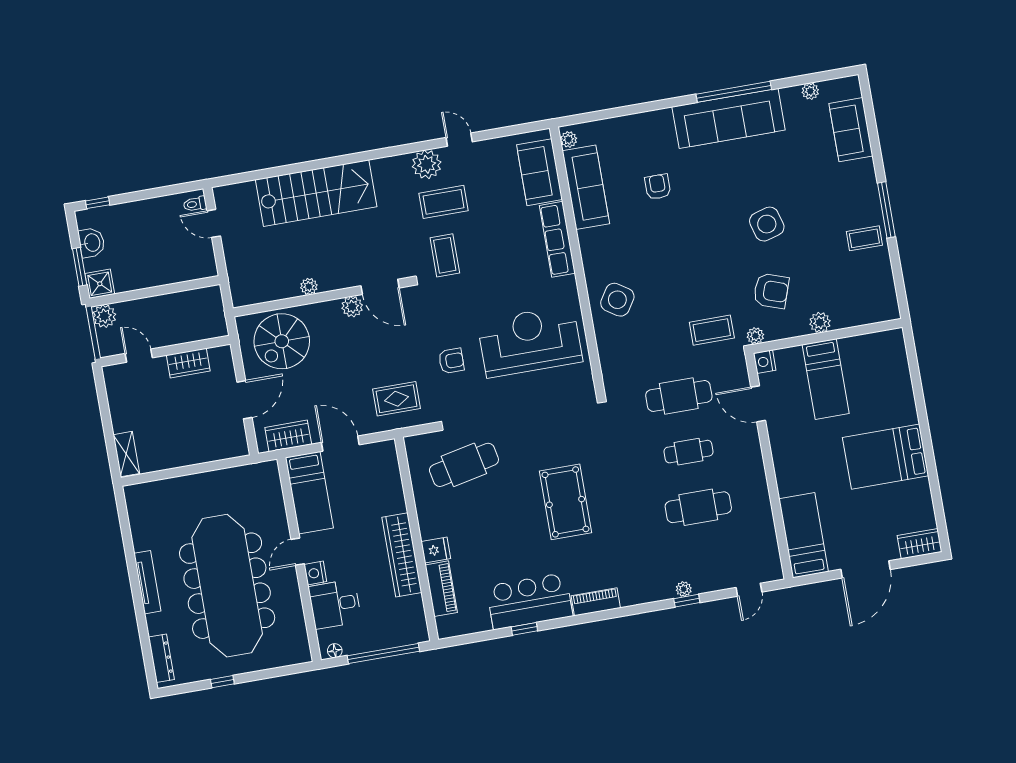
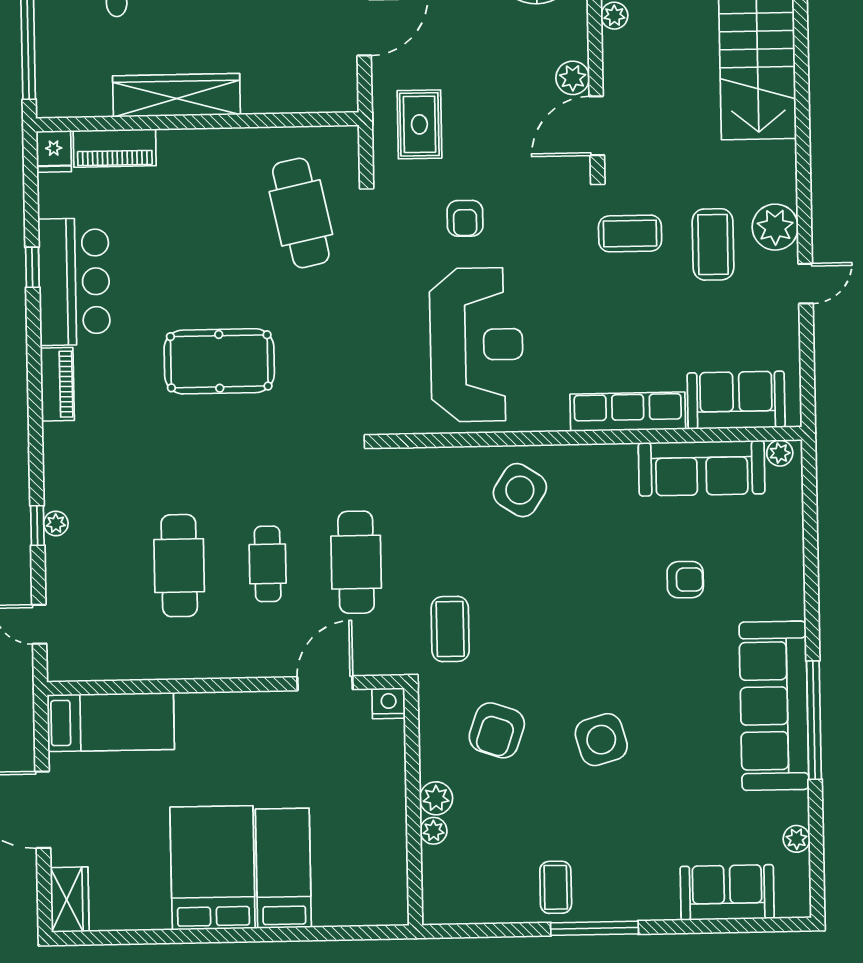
plant: (755, 336) -> (434, 831), moved
bed: (826, 379) -> (283, 868), moved, turned 90
fridge: (436, 550) -> (54, 151), moved

